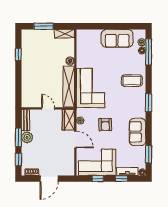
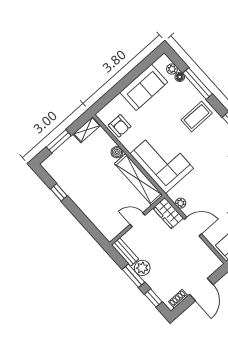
window: (149, 52) -> (197, 84), moved
armchair: (105, 125) -> (120, 126), moved

